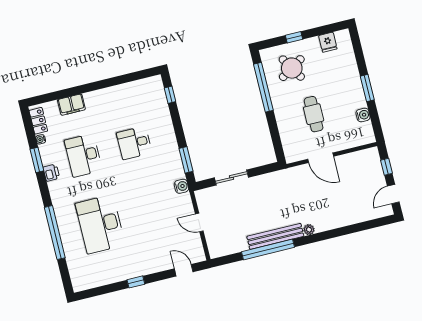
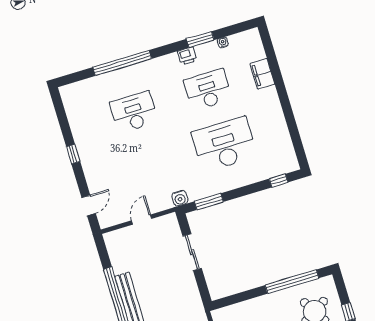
locker: (38, 121) -> (243, 39), removed
desk: (134, 143) -> (224, 144), width x1.87, depth x1.30
desk: (100, 224) -> (134, 112), width x0.73, depth x0.77

